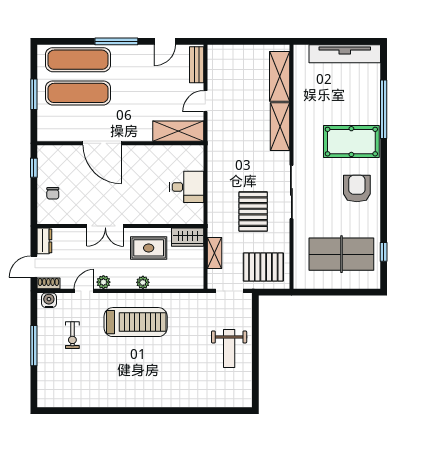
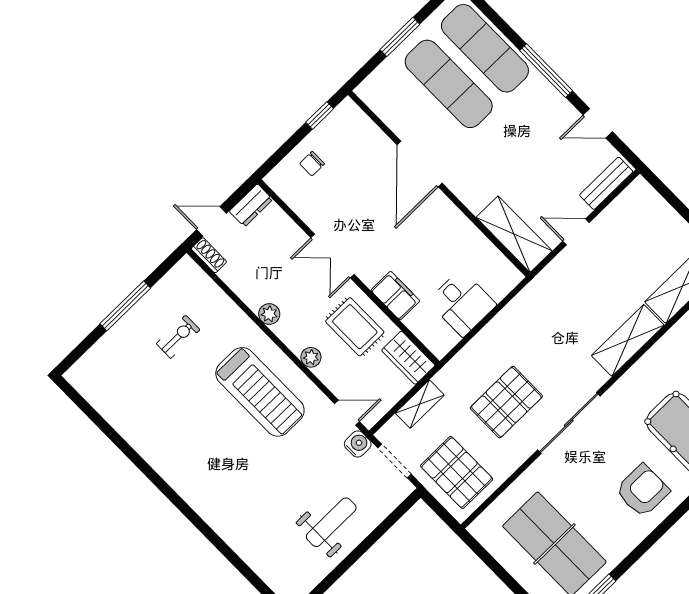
filing cabinet: (153, 215) -> (395, 296), added
door: (84, 291) -> (347, 413), moved
water cooler: (49, 300) -> (358, 444), moved
exercise bike: (72, 335) -> (178, 337), turned 180
weight bench: (229, 348) -> (331, 522), turned 180

